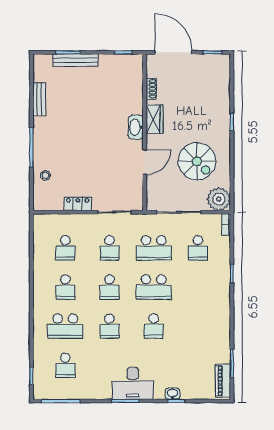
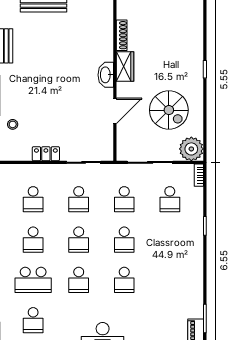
shoe rack: (151, 89) -> (122, 35), width x1.43
school desk: (154, 248) -> (124, 199), width x0.54
school desk: (154, 287) -> (124, 240), width x0.54

